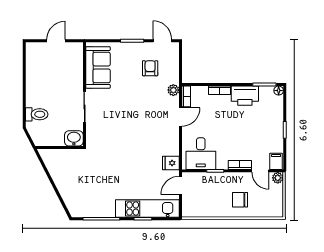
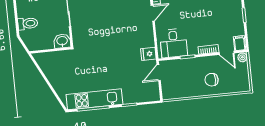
kitchen unit: (147, 209) -> (94, 99), moved

